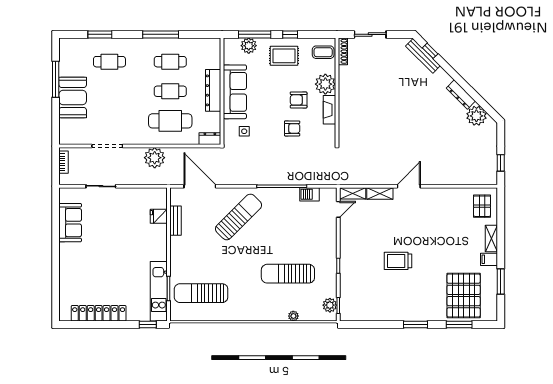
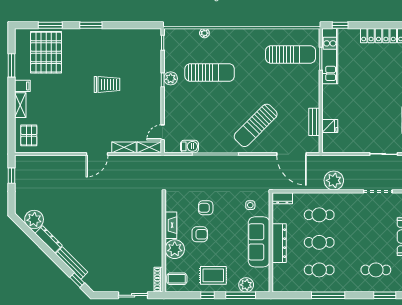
bench: (423, 56) -> (72, 263), moved
cafe table: (170, 121) -> (319, 215), width x0.73, depth x0.74
plant: (330, 305) -> (171, 78), moved

